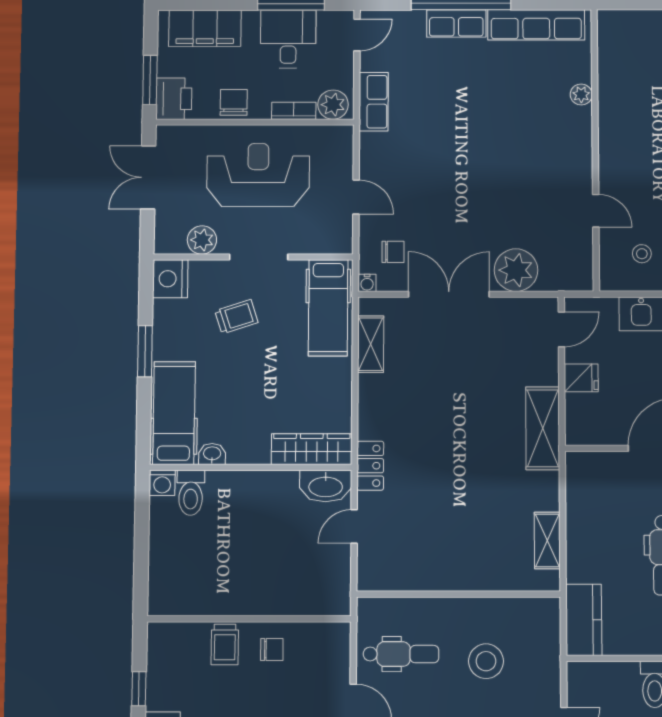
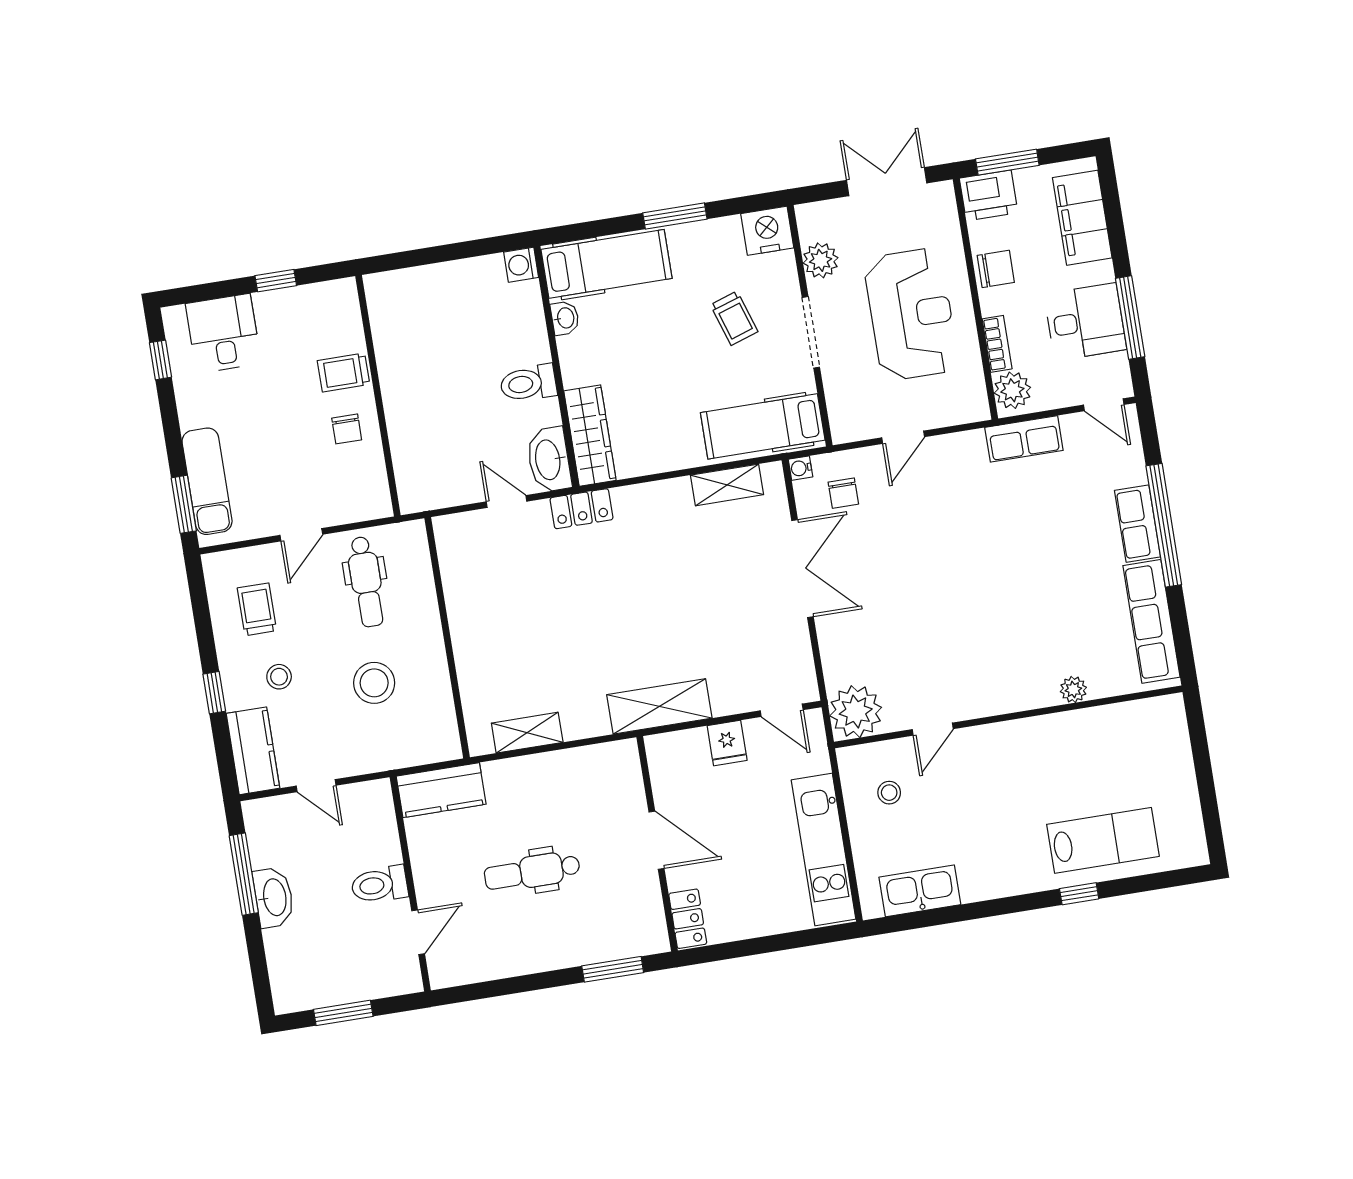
plant: (516, 270) -> (856, 712), moved
toilet: (191, 493) -> (528, 383), moved

